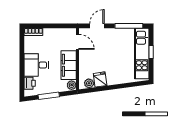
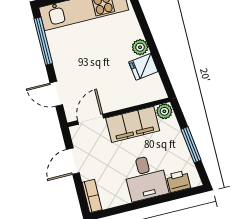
door: (56, 26) -> (73, 161), added
plant: (89, 83) -> (140, 47), moved

